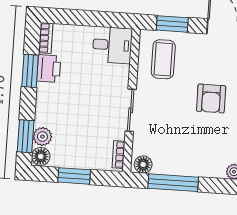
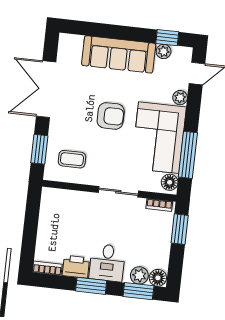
desk: (112, 45) -> (107, 263), moved, turned 180
coffee table: (163, 59) -> (72, 159), width x0.73, depth x0.77
window: (30, 71) -> (91, 286), moved
corner sofa: (190, 151) -> (159, 138), added
window: (74, 176) -> (180, 229), moved

